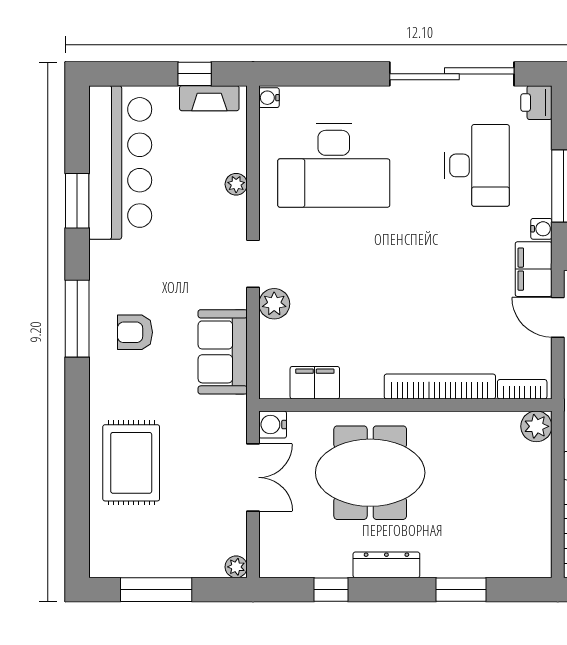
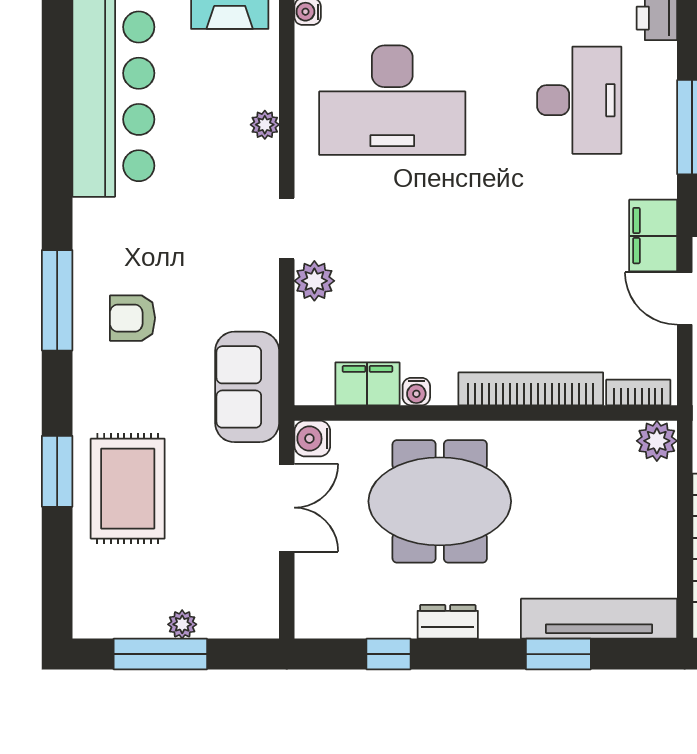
window: (77, 201) -> (57, 471), moved
water cooler: (541, 229) -> (416, 392), moved, turned 90
sofa: (223, 352) -> (247, 387), moved
tv unit: (492, 563) -> (599, 619), added
dresser: (386, 565) -> (448, 622), width x0.70
plant: (236, 567) -> (182, 624), moved

